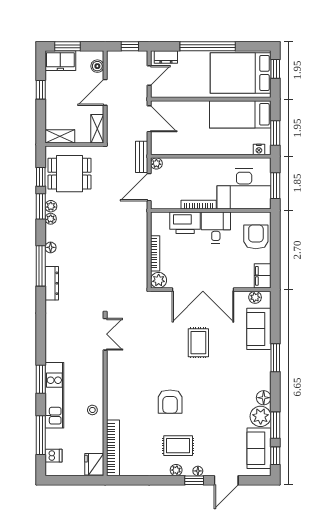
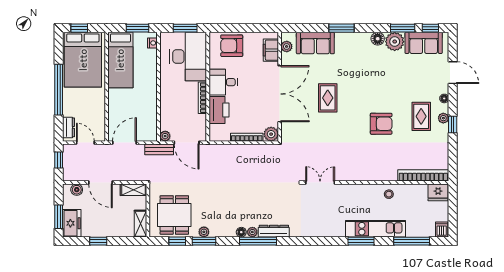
plant: (51, 219) -> (252, 232), moved
filing cabinet: (263, 276) -> (271, 50), moved, turned 90
rug: (198, 343) -> (328, 98), turned 90
dishwasher: (54, 456) -> (442, 229), moved
window: (194, 480) -> (453, 124), moved

